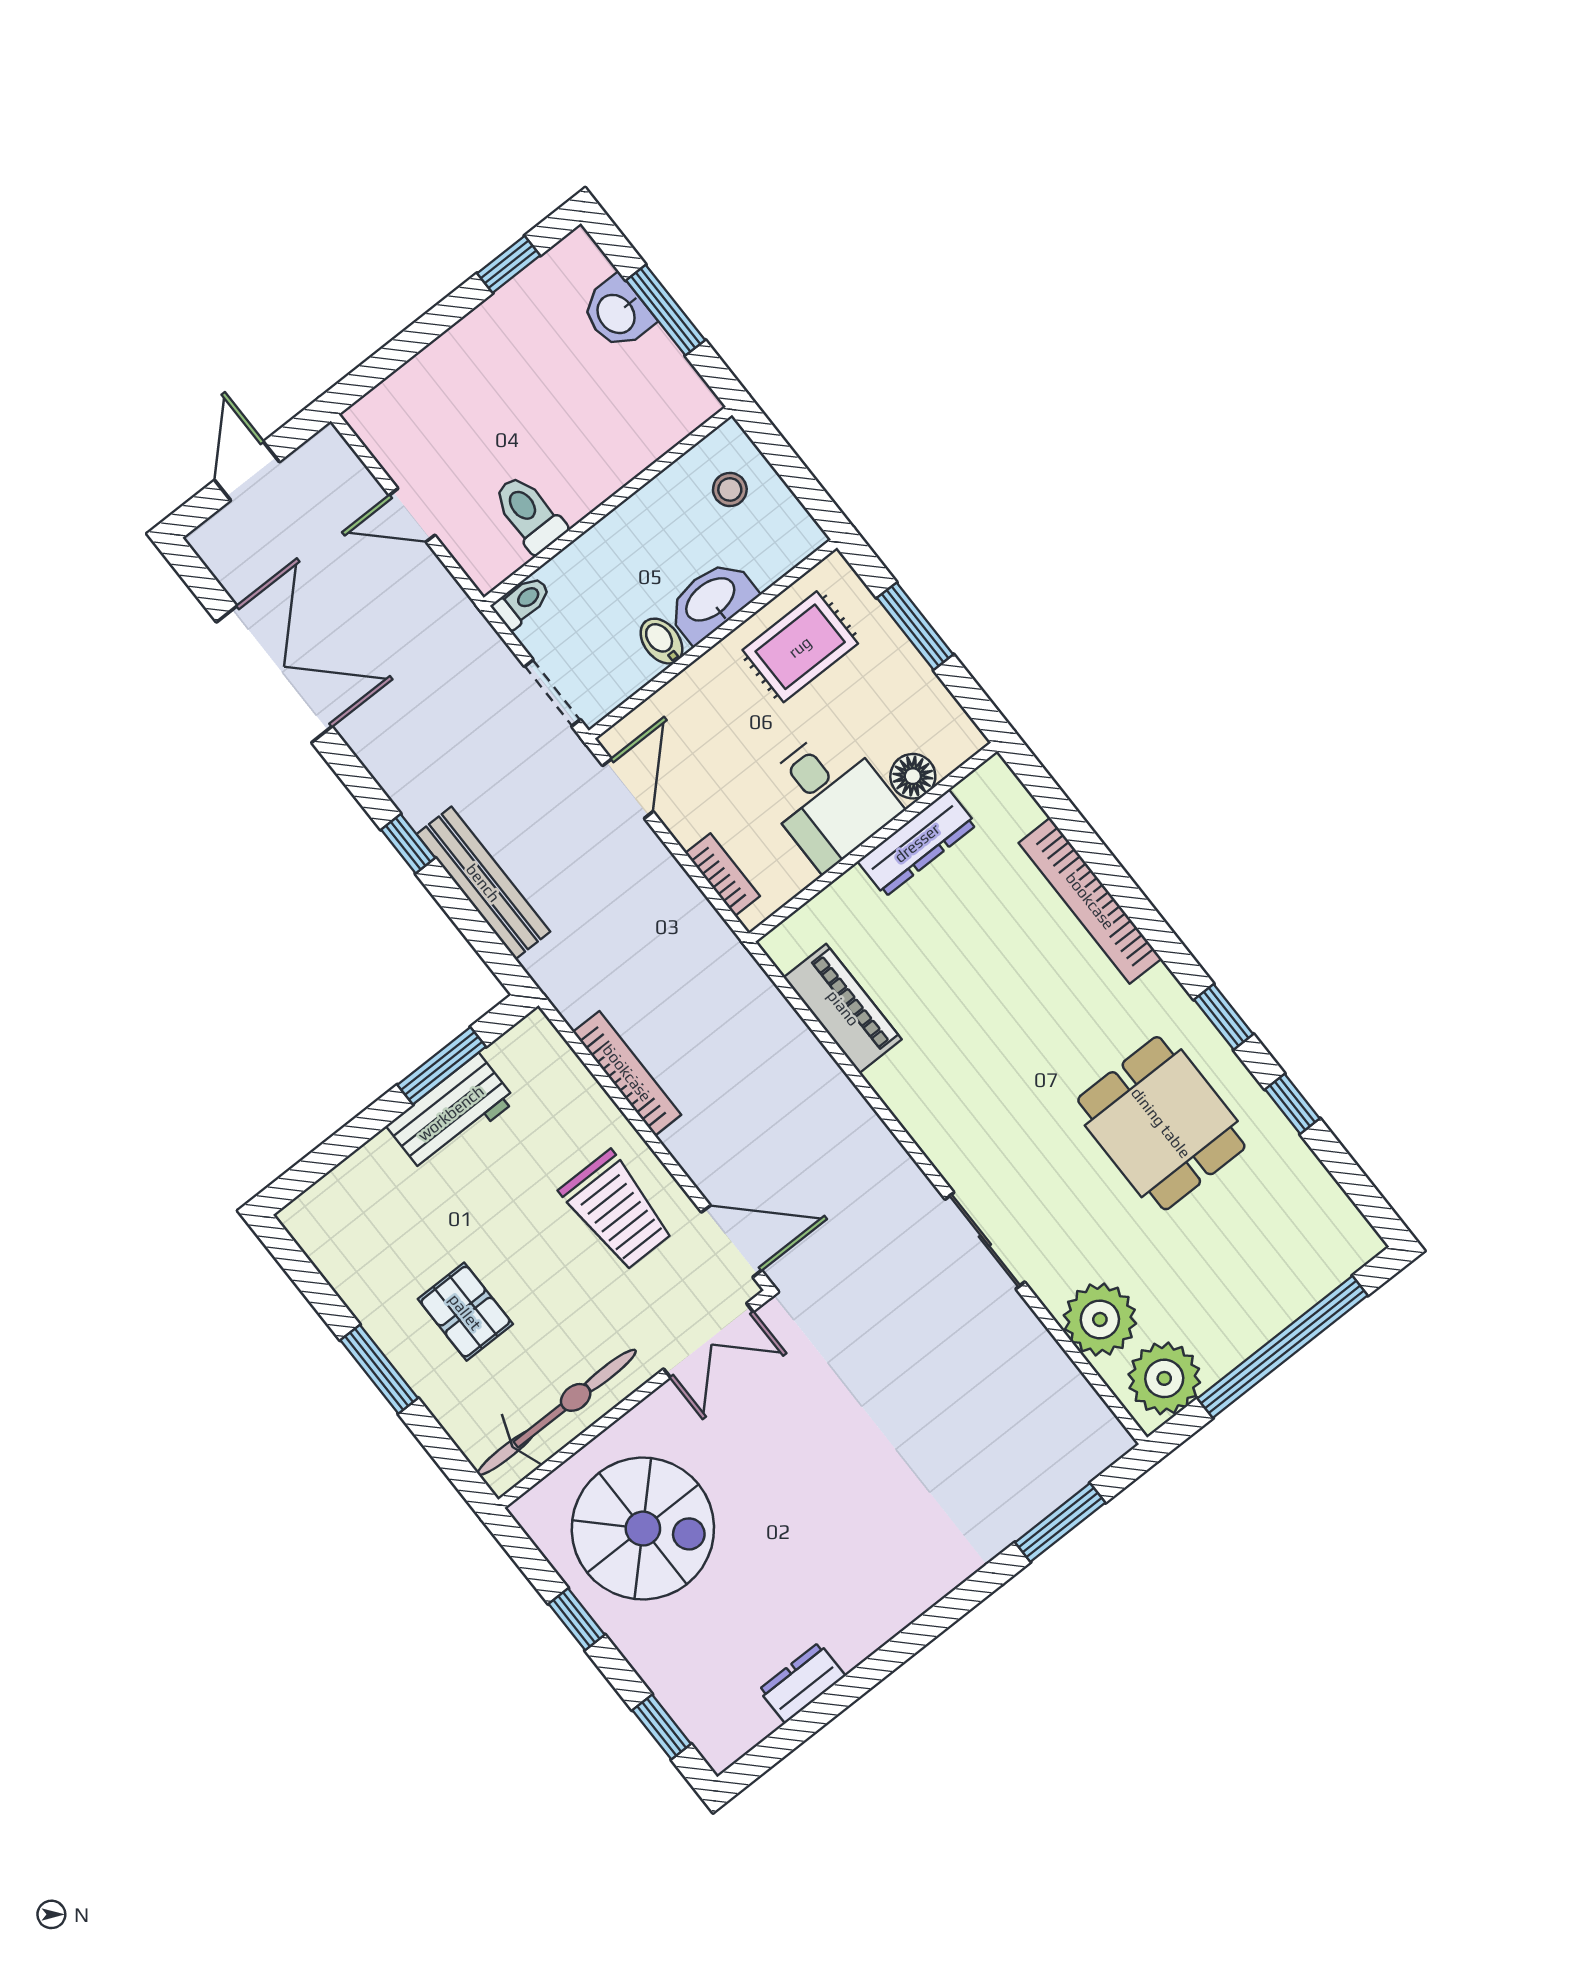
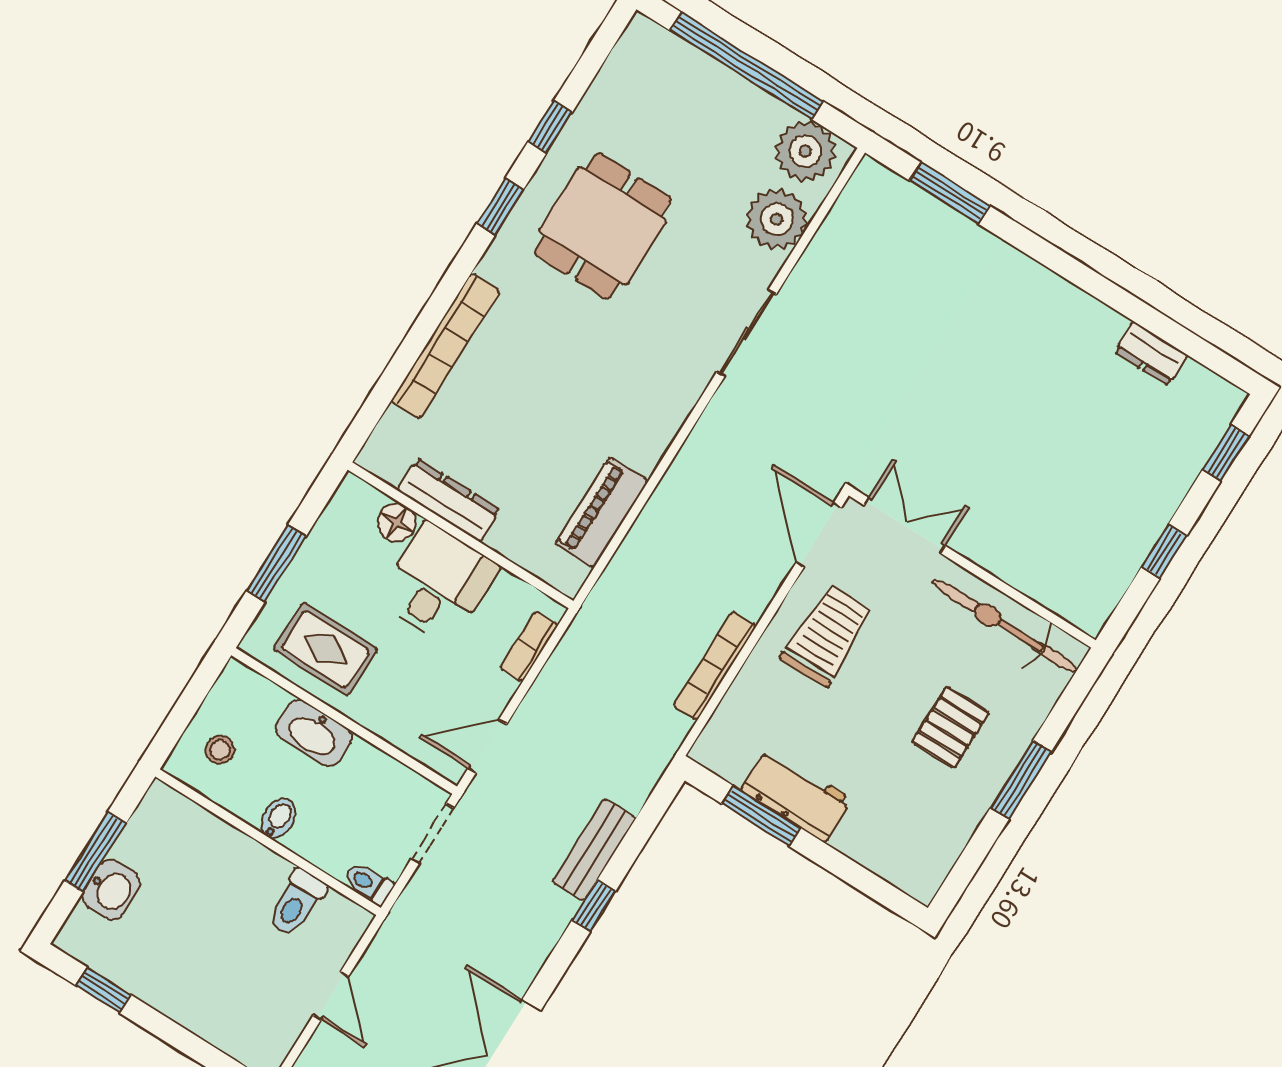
bidet: (662, 641) -> (278, 819), moved, turned 180
bench: (483, 883) -> (594, 850), width x0.73
spiral stairs: (643, 1529) -> (1073, 524), removed

